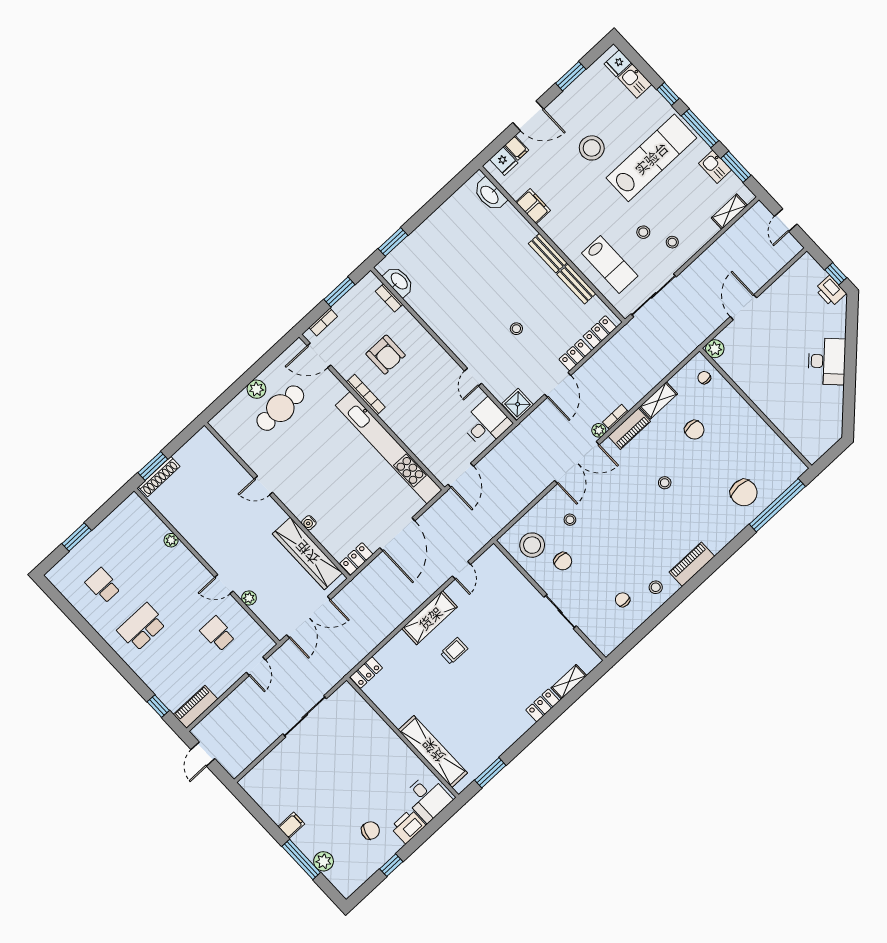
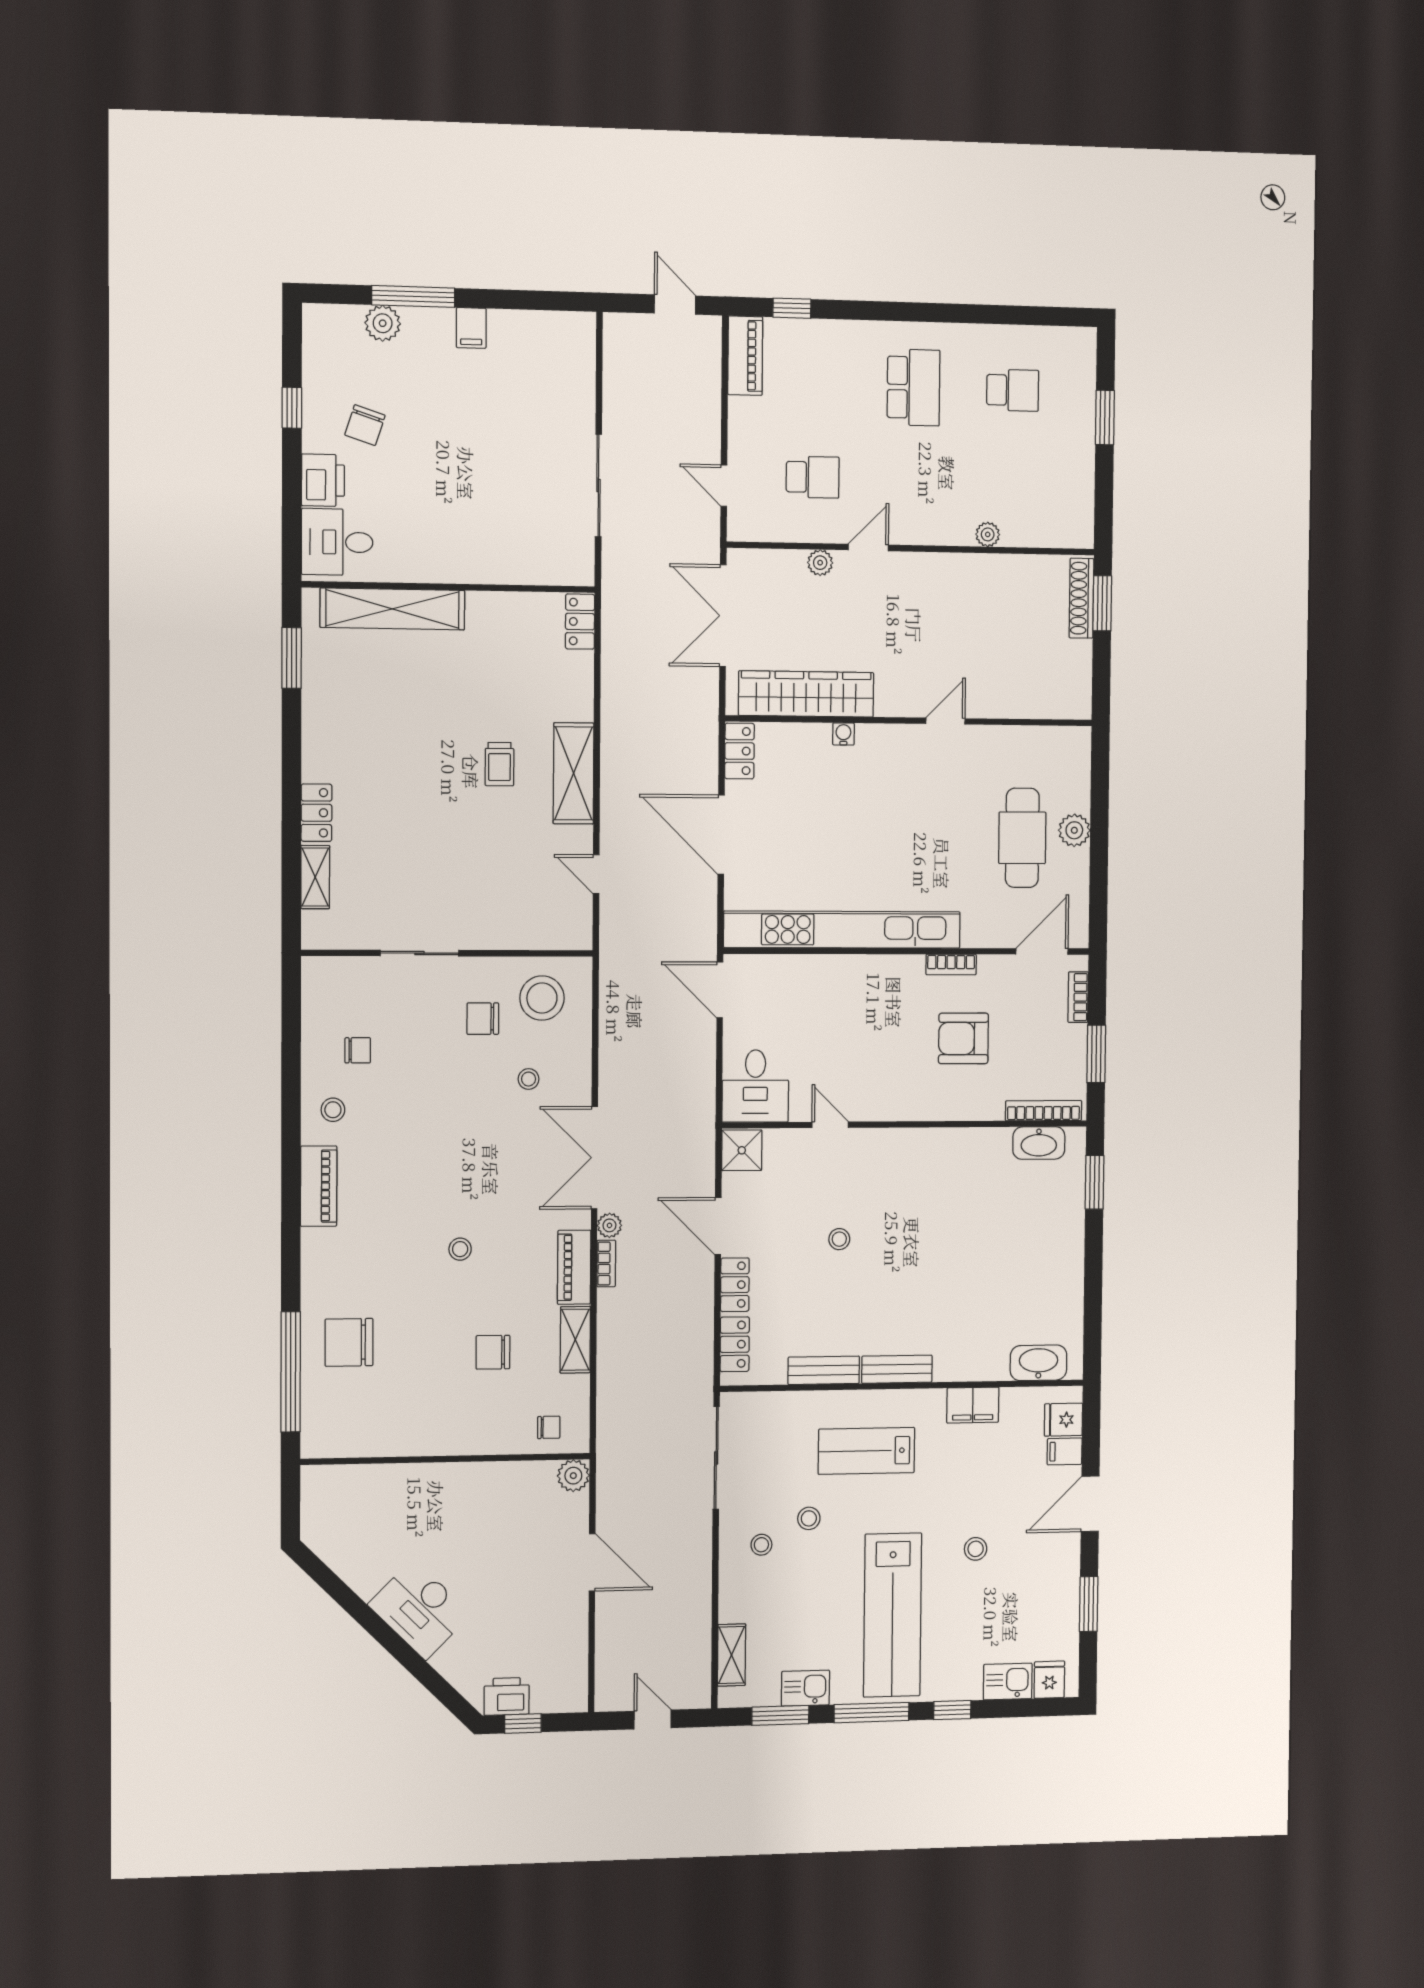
stool: (592, 148) -> (976, 1549), width x0.53, depth x0.53
lab bench: (610, 264) -> (866, 1451), moved
bookcase: (389, 298) -> (1044, 1111), width x1.56
bookcase: (366, 395) -> (951, 965), width x0.64

